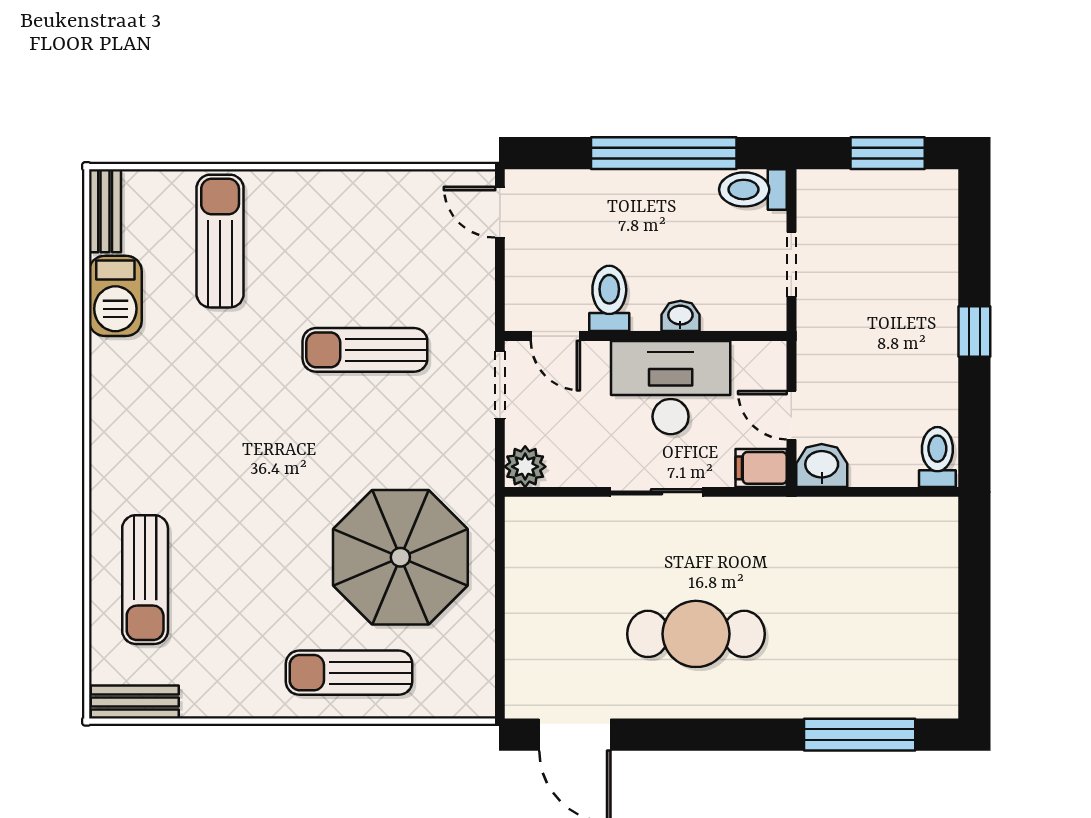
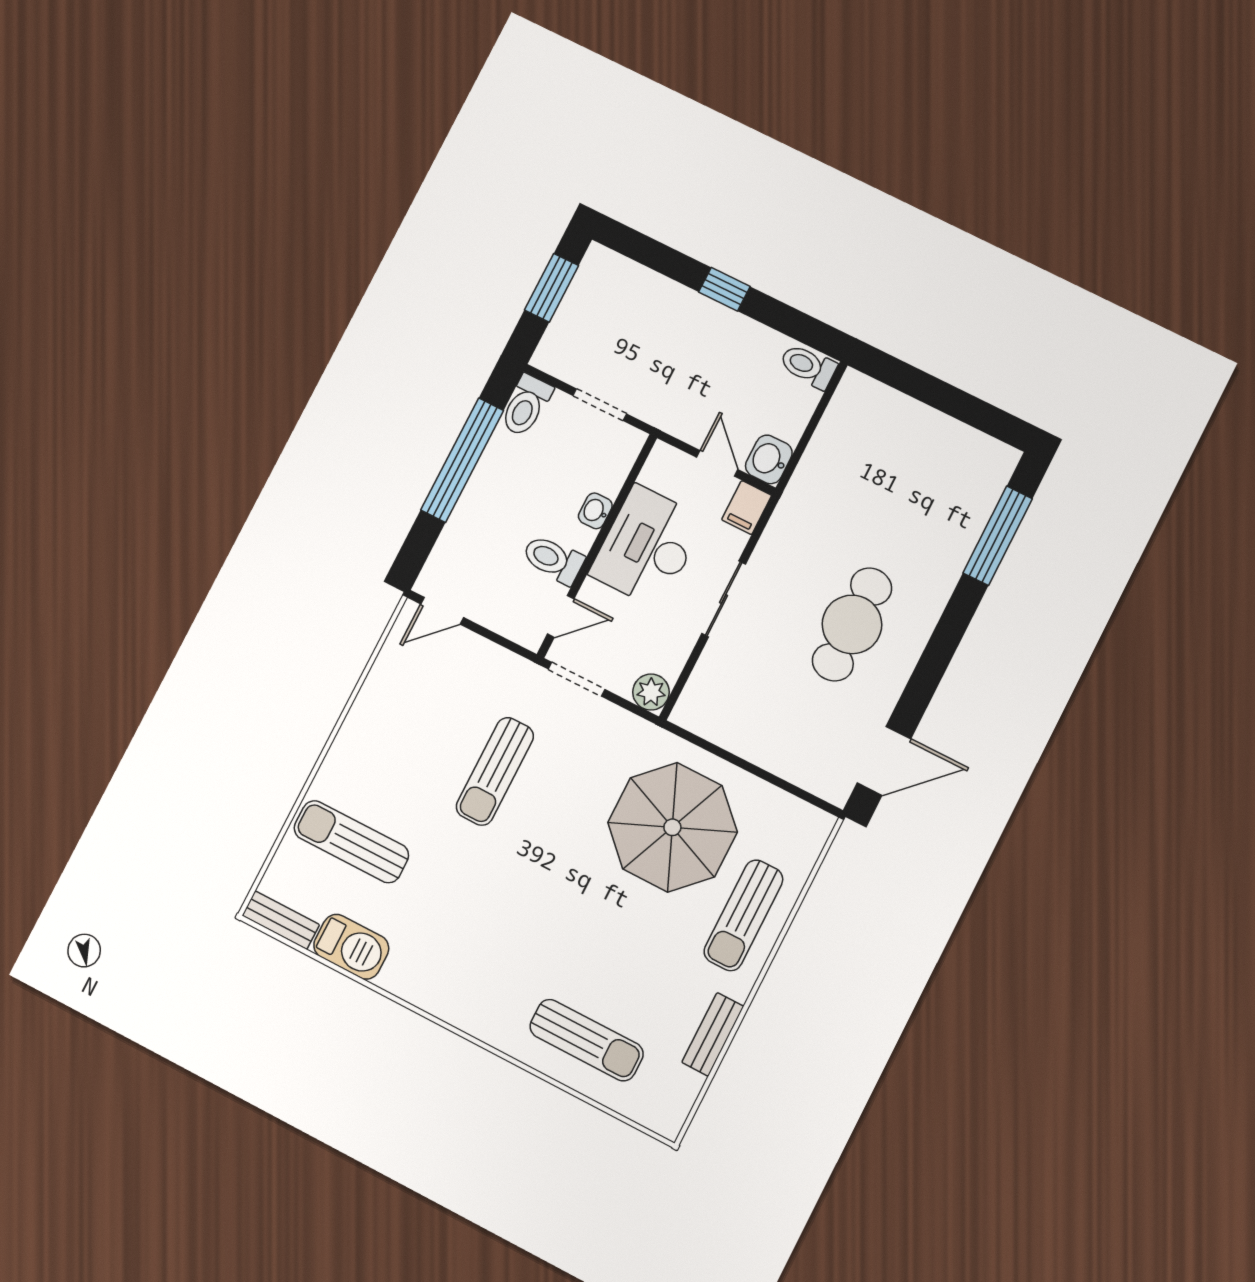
door: (791, 415) -> (717, 463), swing flipped
bench: (135, 702) -> (713, 1034), moved

